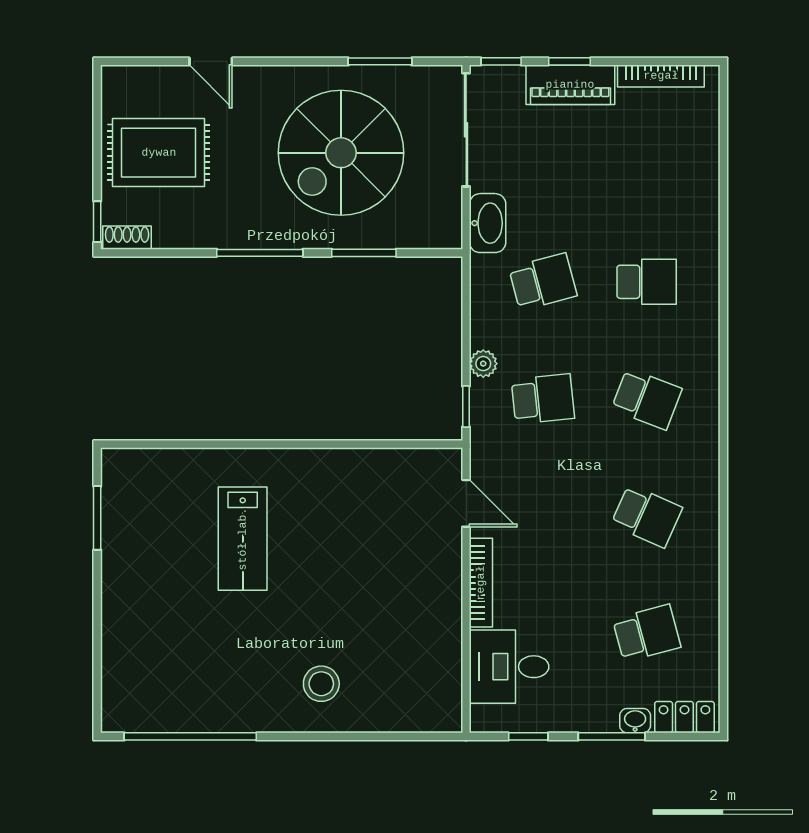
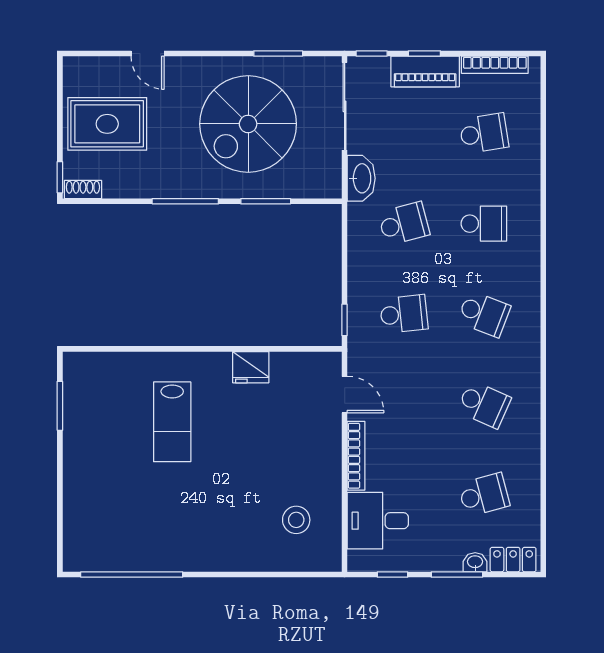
school desk: (647, 165) -> (484, 133), added
plant: (483, 364) -> (358, 287), removed
fridge: (345, 468) -> (251, 367), added
stool: (321, 684) -> (296, 520), moved

